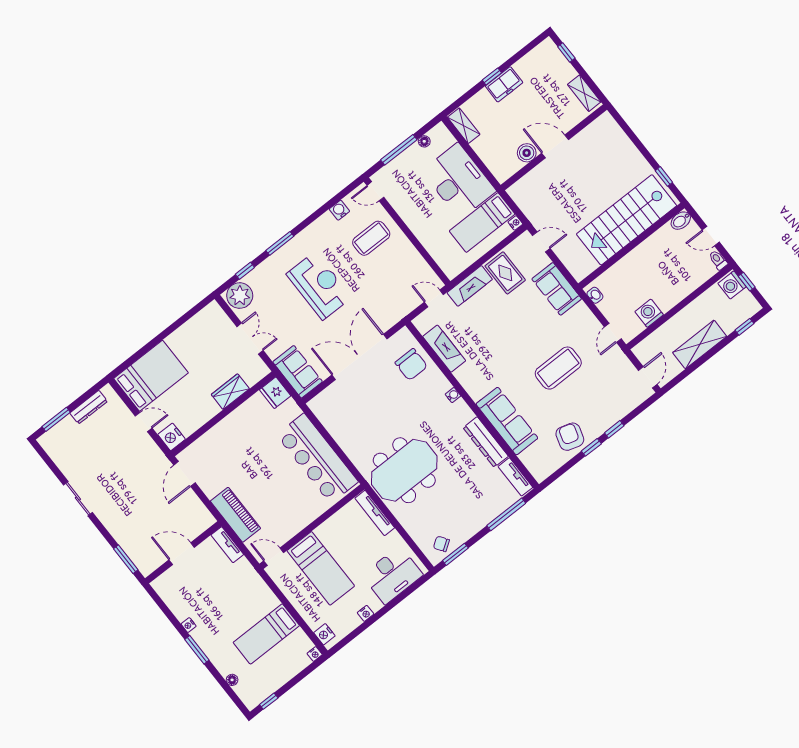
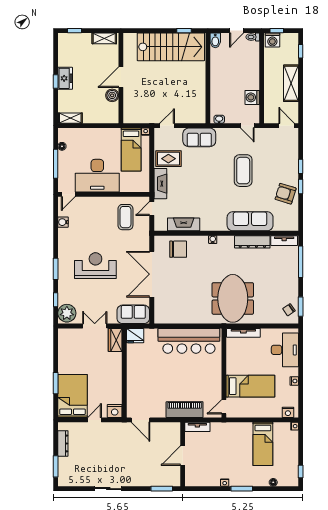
desk: (459, 181) -> (97, 176), moved, turned 180
stairs: (627, 220) -> (171, 47), moved, turned -90
coffee table: (371, 238) -> (125, 217), moved
window: (151, 345) -> (56, 383), added
wardrobe: (230, 392) -> (115, 340), moved

